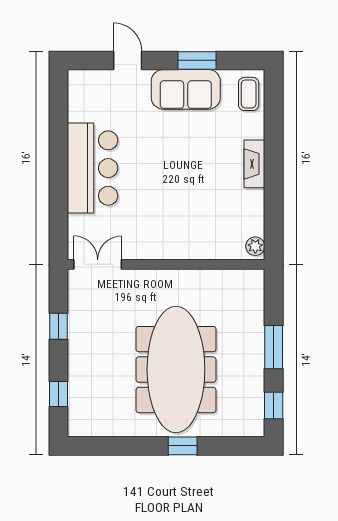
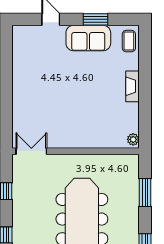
bar counter: (93, 168) -> (28, 89), removed
window: (274, 347) -> (145, 192), moved

